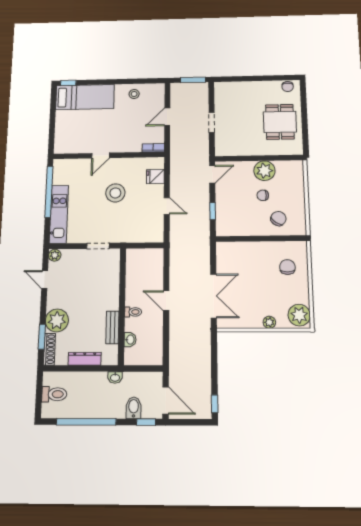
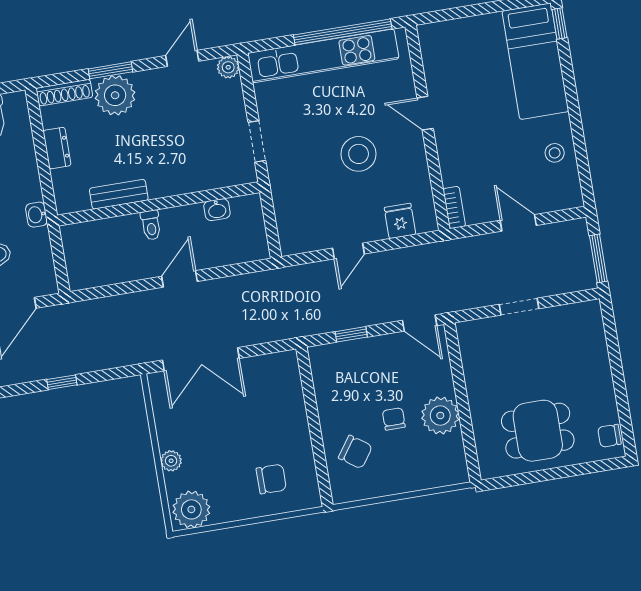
kitchen unit: (59, 214) -> (323, 56), width x1.36
window: (42, 337) -> (110, 70), moved
washbasin: (130, 340) -> (217, 210), moved
dresser: (85, 359) -> (57, 148), width x0.70
window: (215, 404) -> (62, 382), moved

